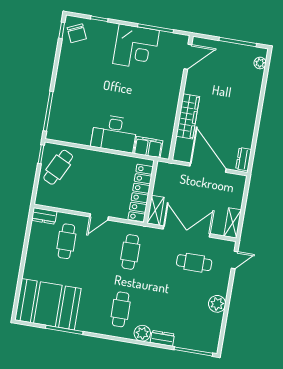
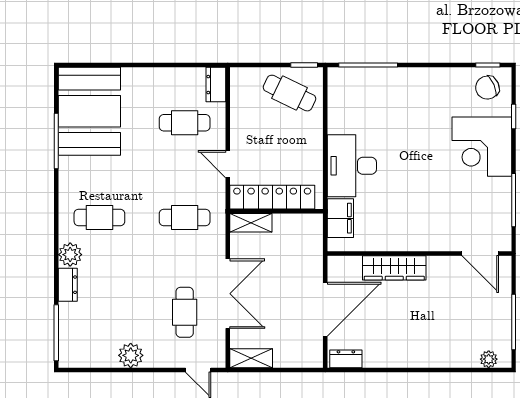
corner desk: (136, 47) -> (482, 147), moved
wall: (151, 192) -> (276, 211), moved
locker: (141, 193) -> (272, 197), moved
shelving: (155, 210) -> (251, 223), moved

